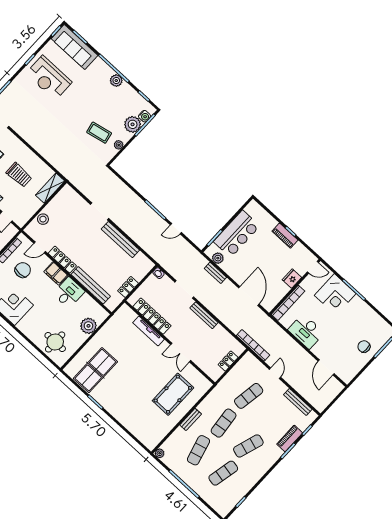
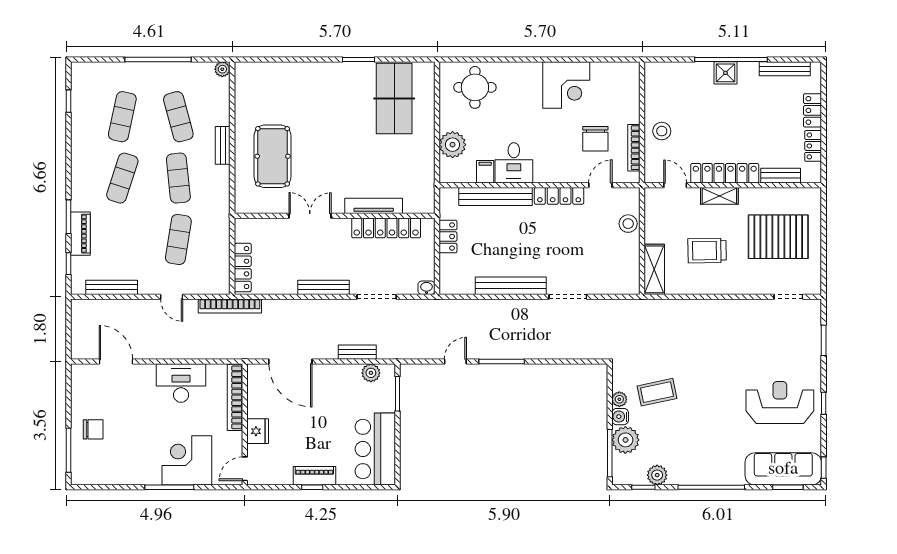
plant: (116, 81) -> (657, 475), moved
water cooler: (144, 116) -> (620, 417), moved
bar counter: (237, 234) -> (375, 449), moved
filing cabinet: (56, 274) -> (485, 172), moved, width x0.50
locker: (228, 361) -> (243, 268), width x1.53

